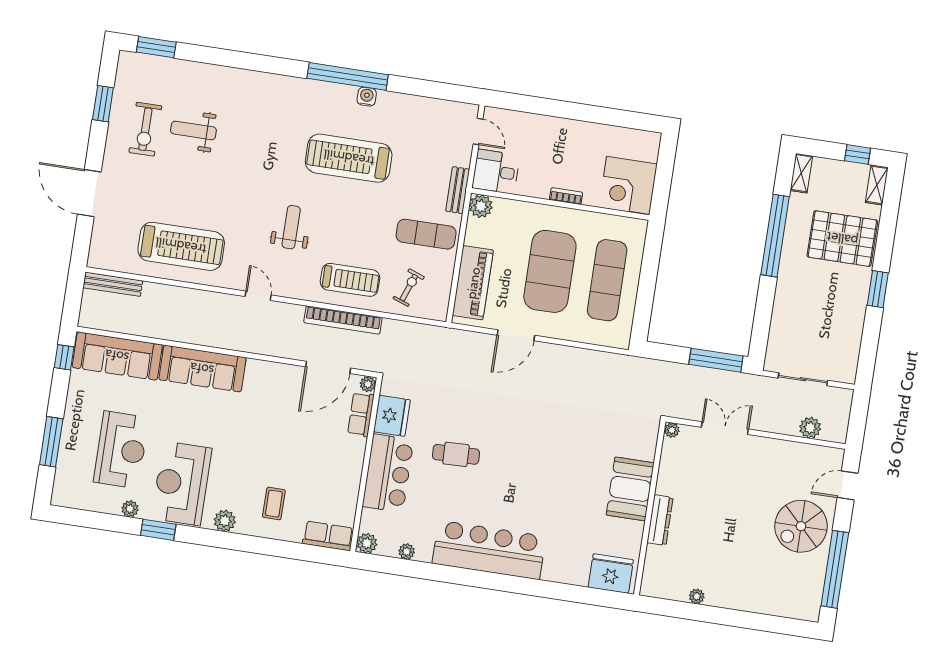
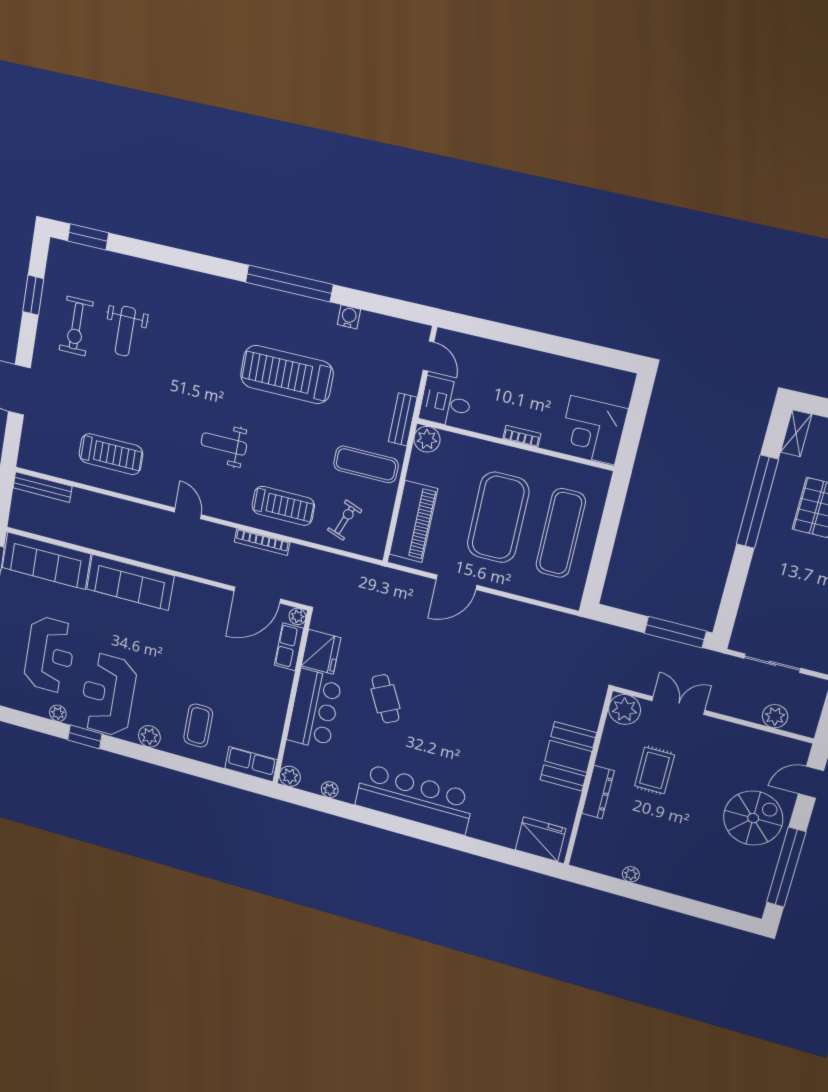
water cooler: (367, 97) -> (349, 317), moved
weight bench: (193, 130) -> (125, 331), turned -90
weight bench: (291, 227) -> (224, 444), turned -90
treadmill: (181, 246) -> (111, 454), width x0.73, depth x0.73
bookcase: (343, 320) -> (262, 542), width x0.68, depth x0.76
plant: (672, 430) -> (625, 710), width x1.88, depth x1.88
cafe table: (456, 454) -> (386, 699), turned 65
rug: (709, 492) -> (654, 770), added
coffee table: (274, 504) -> (198, 726), width x1.36, depth x1.30
spiral stairs: (801, 526) -> (753, 818), turned 180

